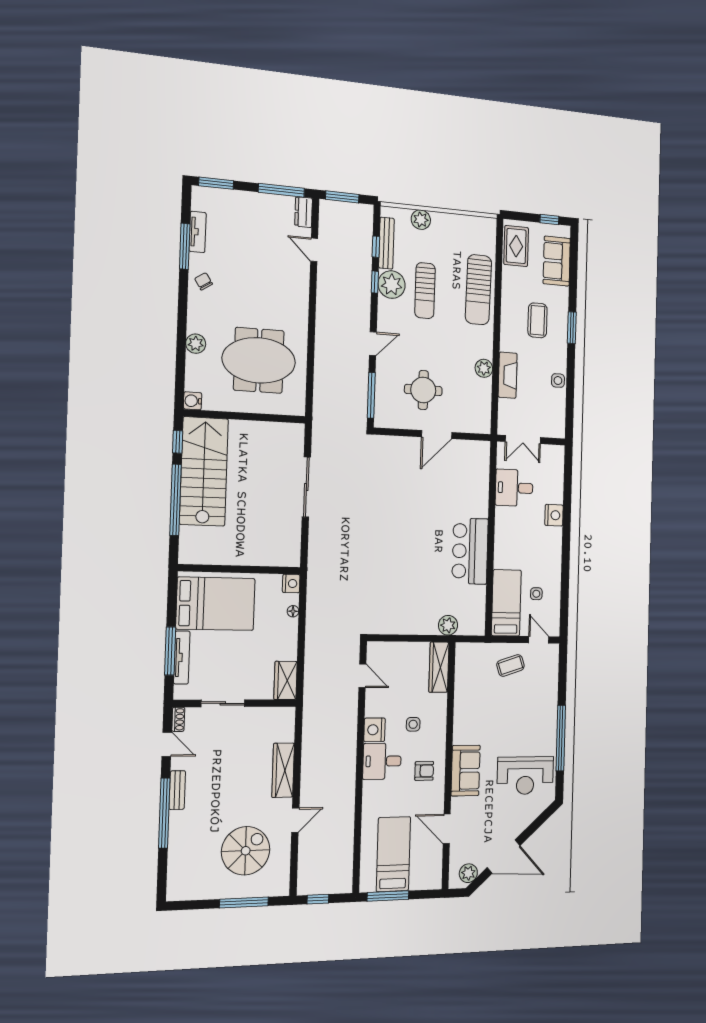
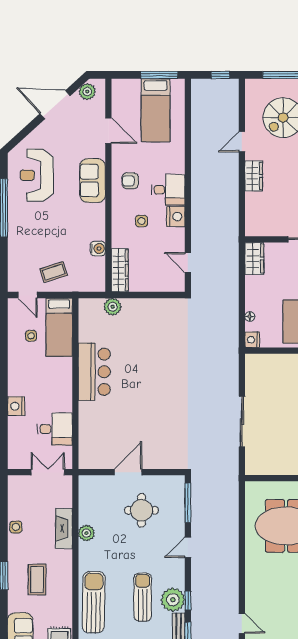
water cooler: (462, 692) -> (98, 248), added
wardrobe: (283, 770) -> (254, 176), width x0.67
reception desk: (525, 776) -> (37, 175), turned -90

